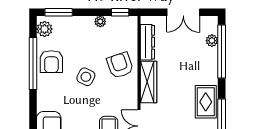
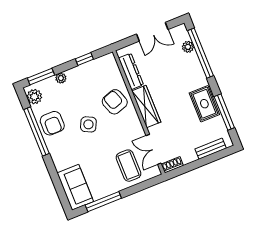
window: (120, 12) -> (84, 59), moved
plant: (100, 21) -> (61, 78), moved

